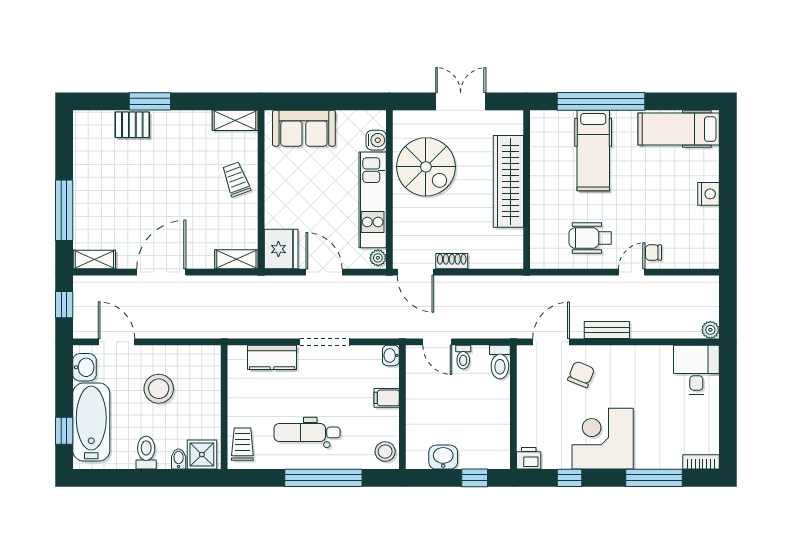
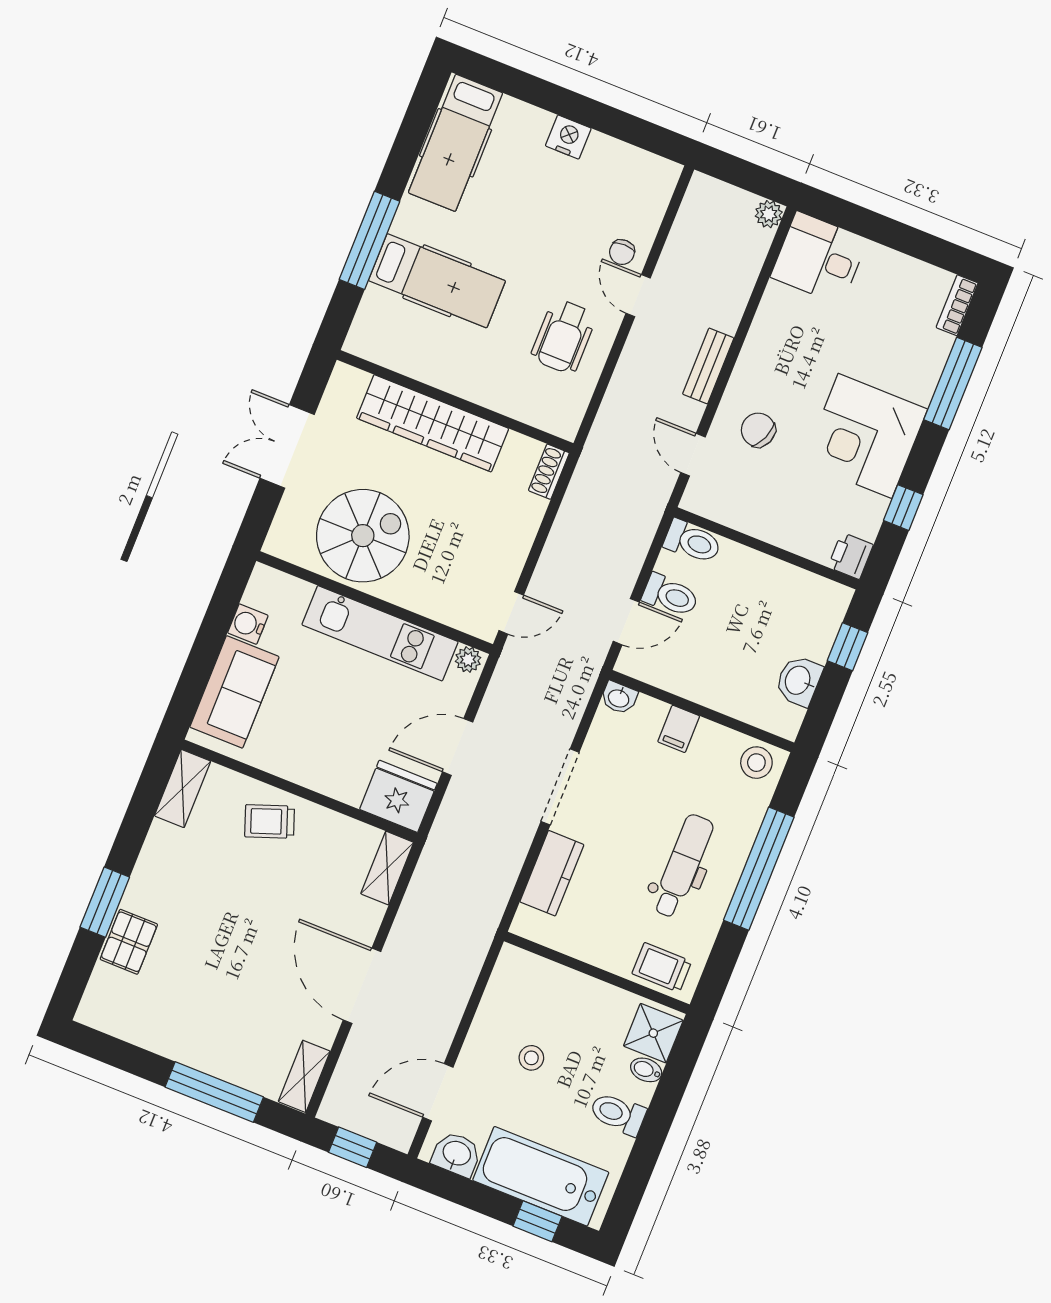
window: (601, 101) -> (369, 240), width x0.68
water cooler: (376, 140) -> (248, 624), moved, turned -90
shoe rack: (452, 261) -> (549, 472), moved
door: (415, 272) -> (511, 613), width x0.73
door: (551, 342) -> (693, 455), width x0.73
toilet: (463, 357) -> (670, 595), width x1.37, depth x1.39
stool: (159, 389) -> (531, 1058), width x0.53, depth x0.53
dental chair: (307, 432) -> (683, 866), turned 180

